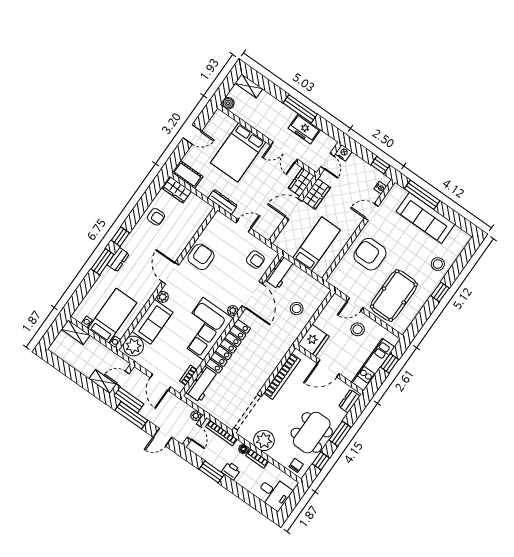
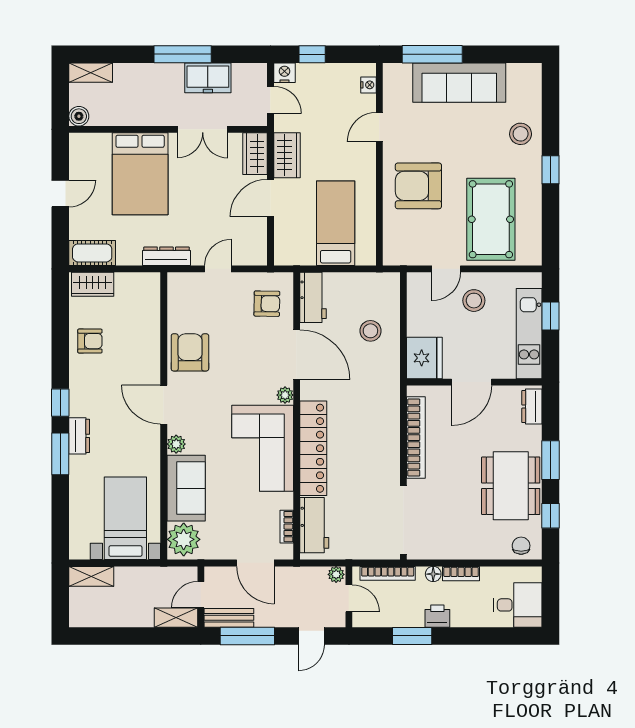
window: (380, 165) -> (312, 54), moved
plant: (264, 440) -> (453, 543), removed

